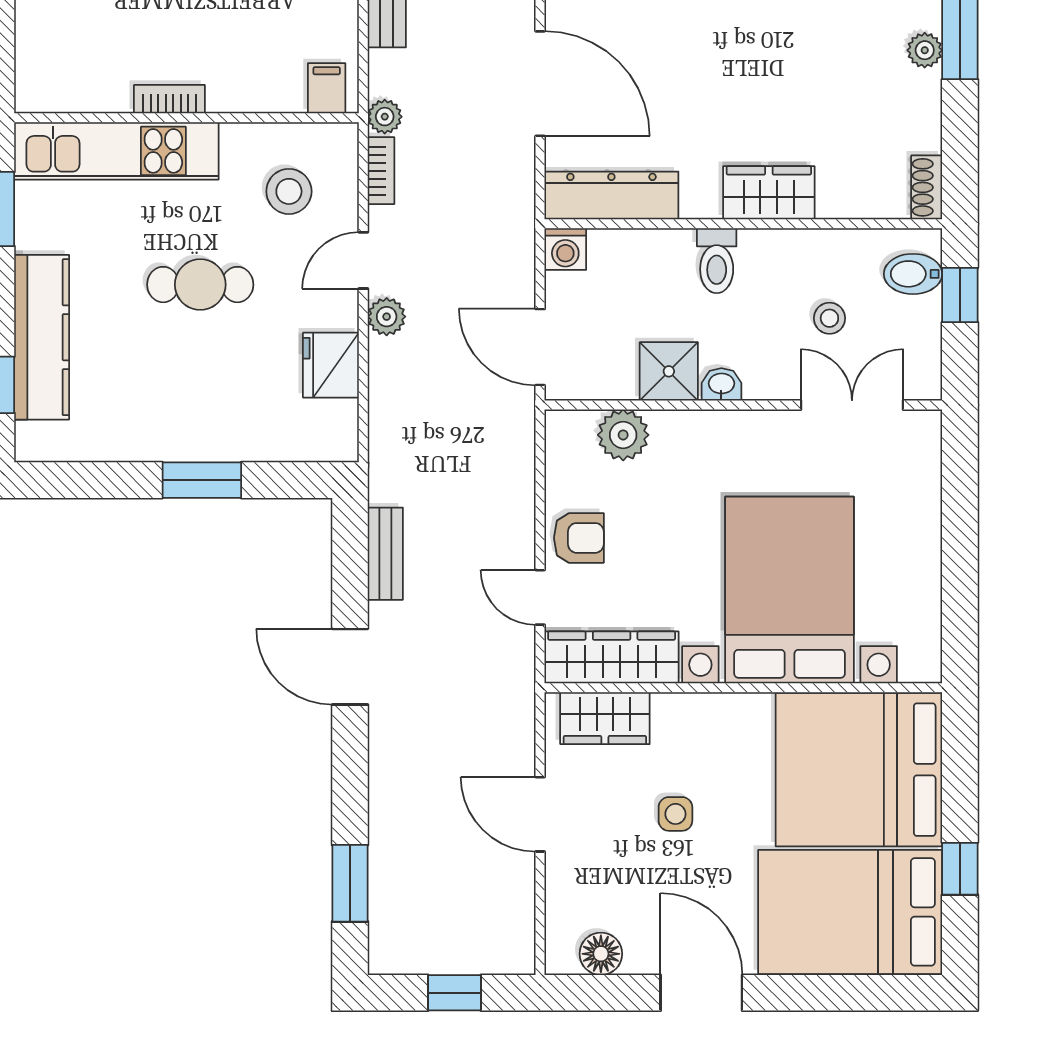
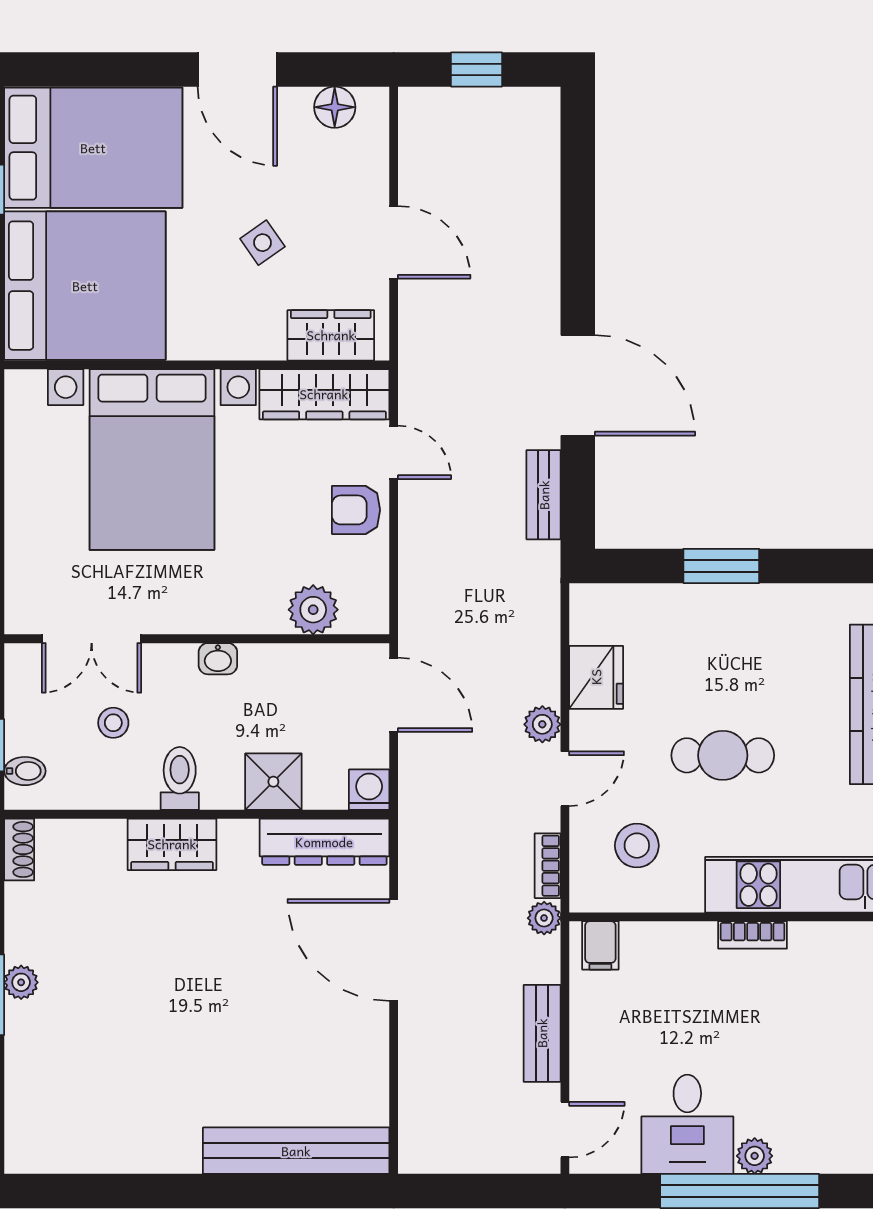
toilet: (717, 261) -> (180, 778), moved
bidet: (913, 274) -> (25, 771), width x0.72, depth x0.74
shower: (669, 371) -> (273, 782), moved
door: (350, 667) -> (578, 385), width x1.36
side table: (675, 814) -> (262, 243), turned -35
window: (350, 883) -> (578, 175), removed

